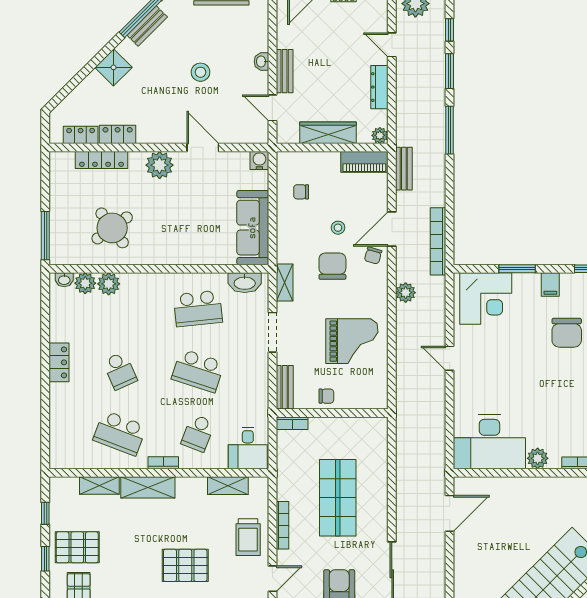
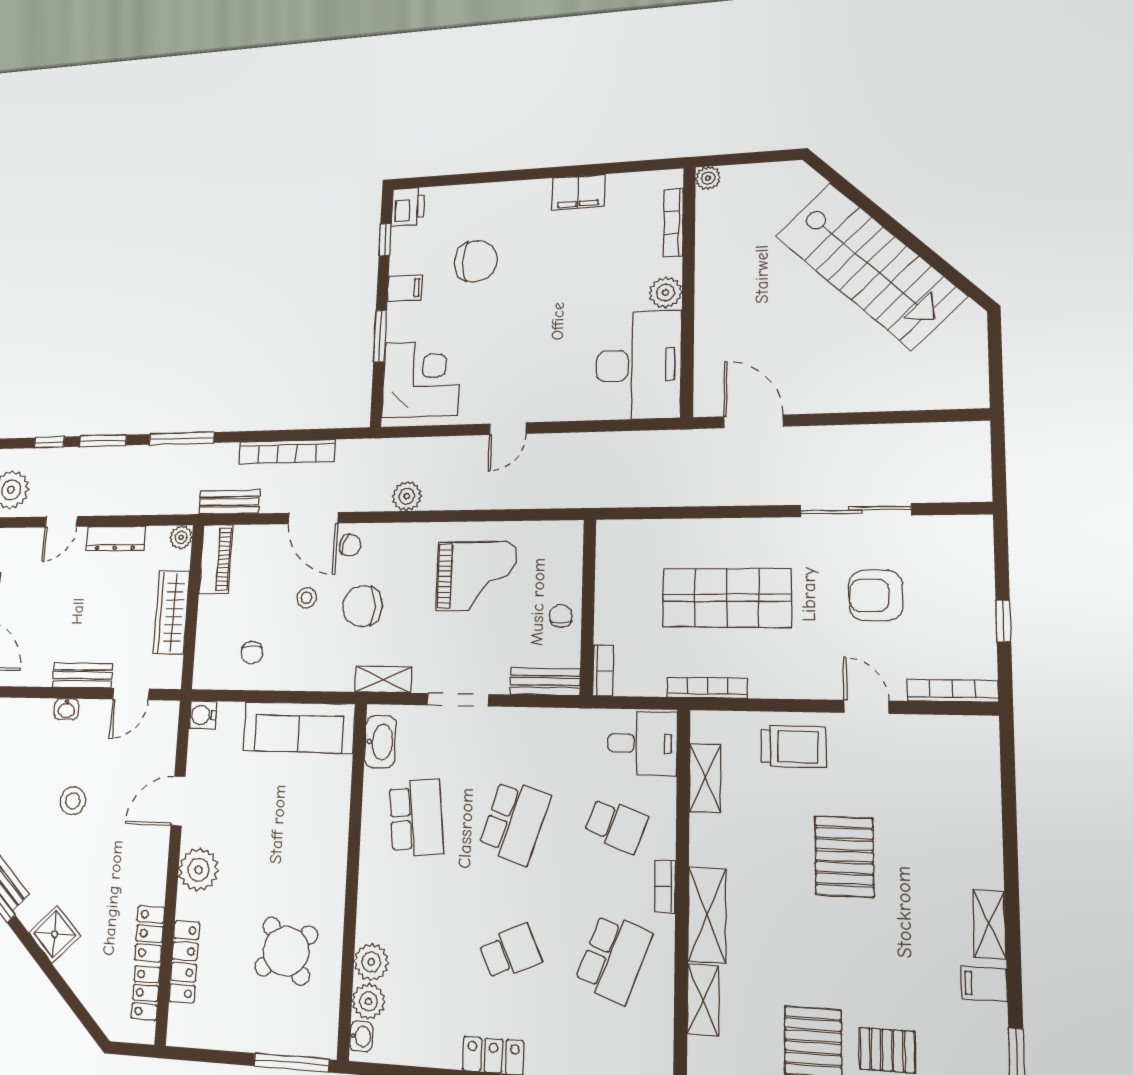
bookcase: (438, 241) -> (287, 452), moved
grand piano: (352, 341) -> (476, 576), turned 90
bookcase: (282, 525) -> (707, 688), moved

